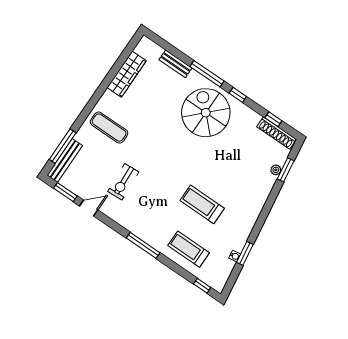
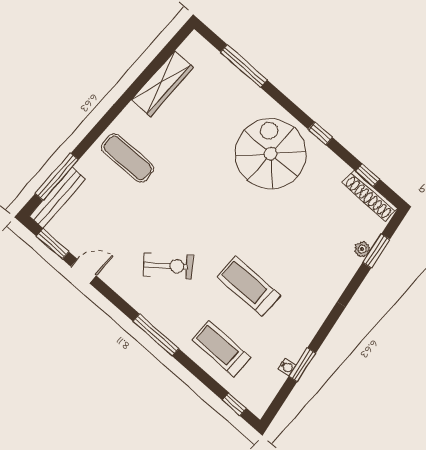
bench: (176, 64) -> (235, 77), removed
window: (207, 74) -> (244, 66), moved
exercise bike: (123, 182) -> (168, 266), moved, turned -125

